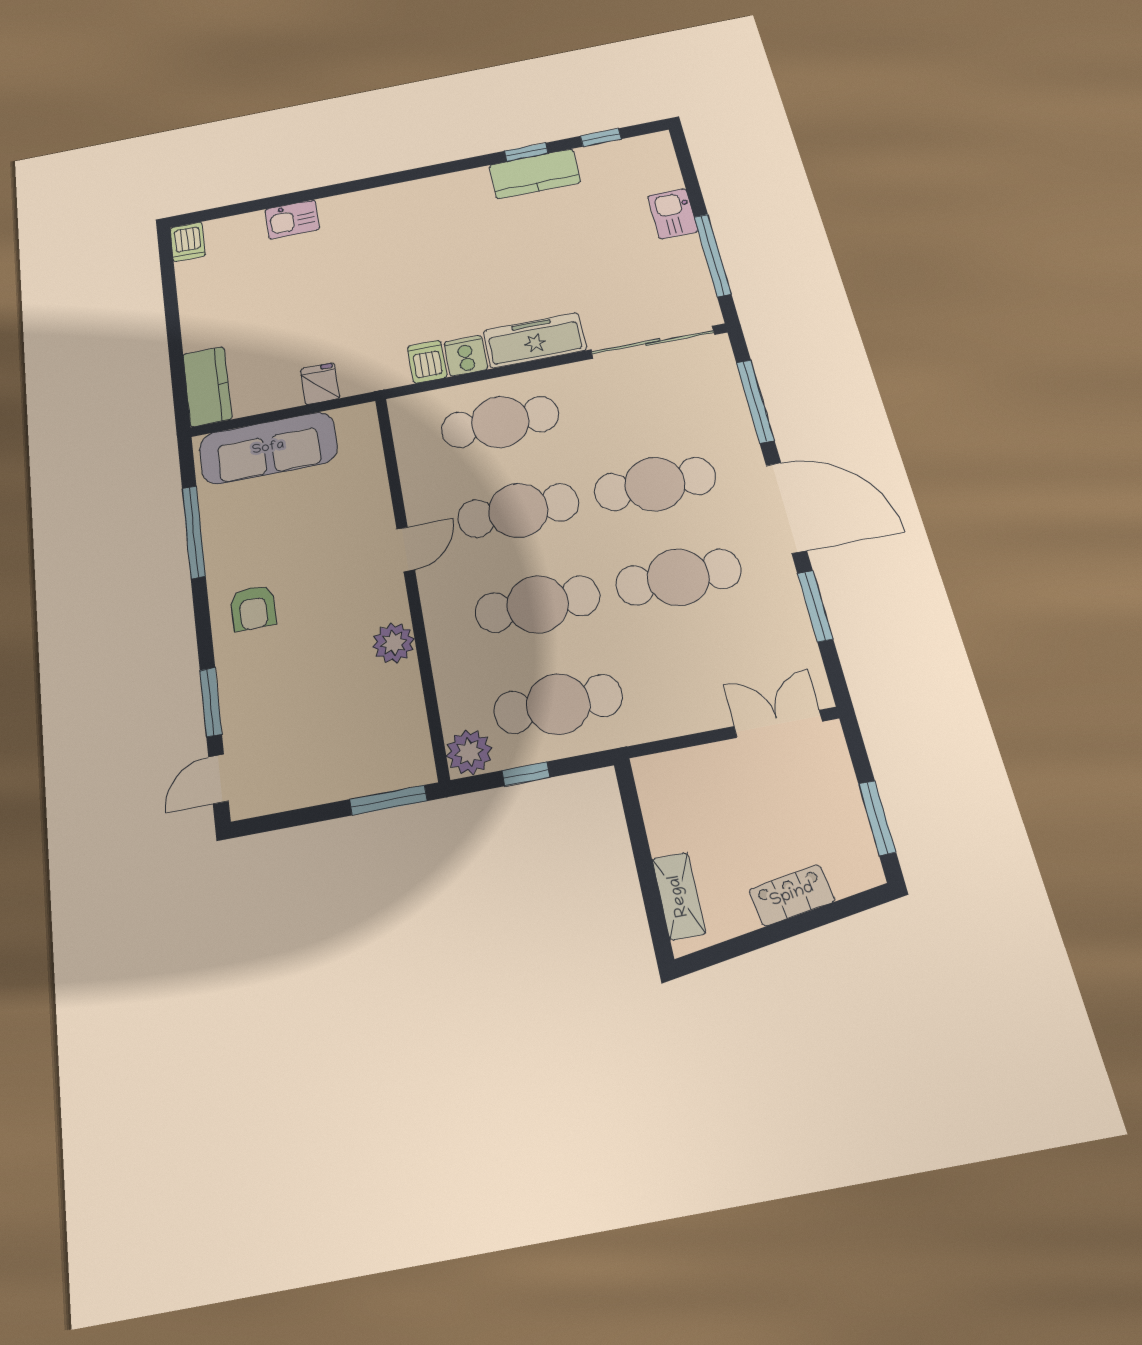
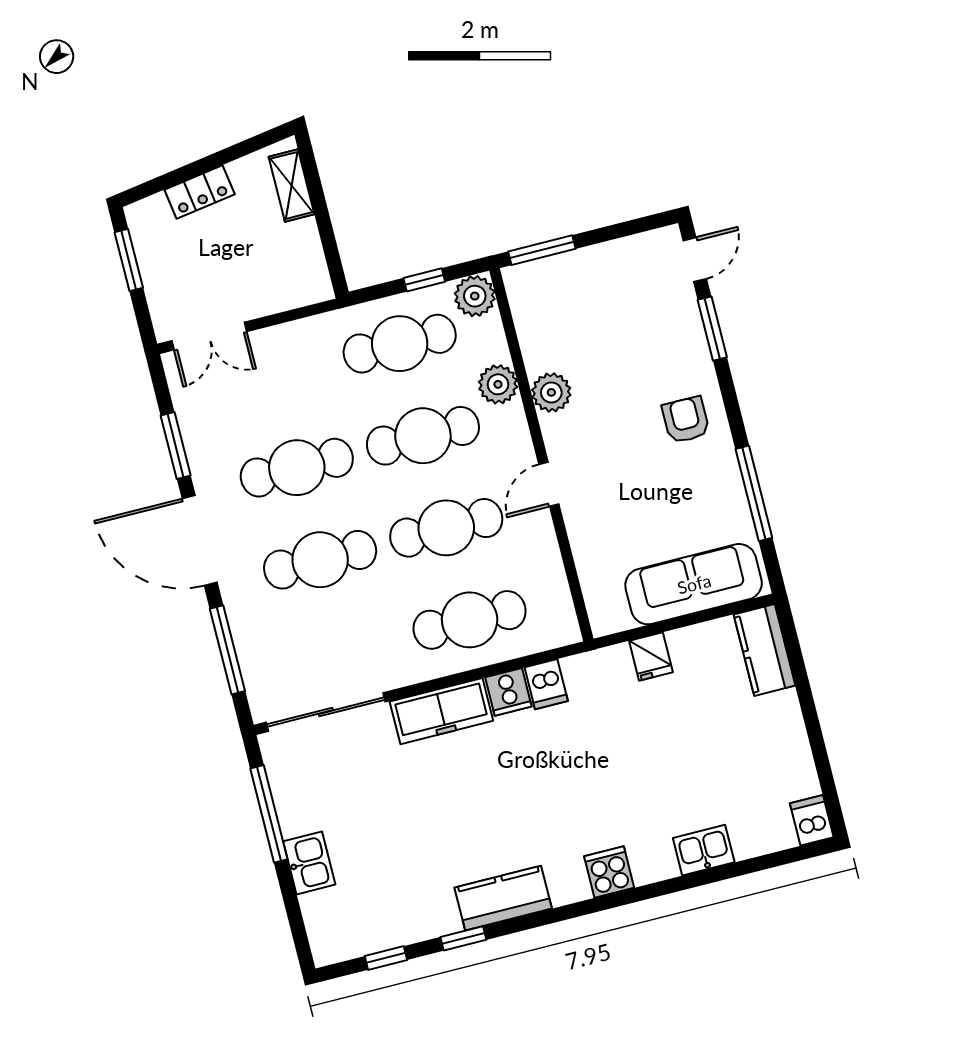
kitchen counter: (535, 174) -> (503, 898), moved
cooker: (383, 203) -> (609, 872), added
plant: (451, 654) -> (498, 384), added

